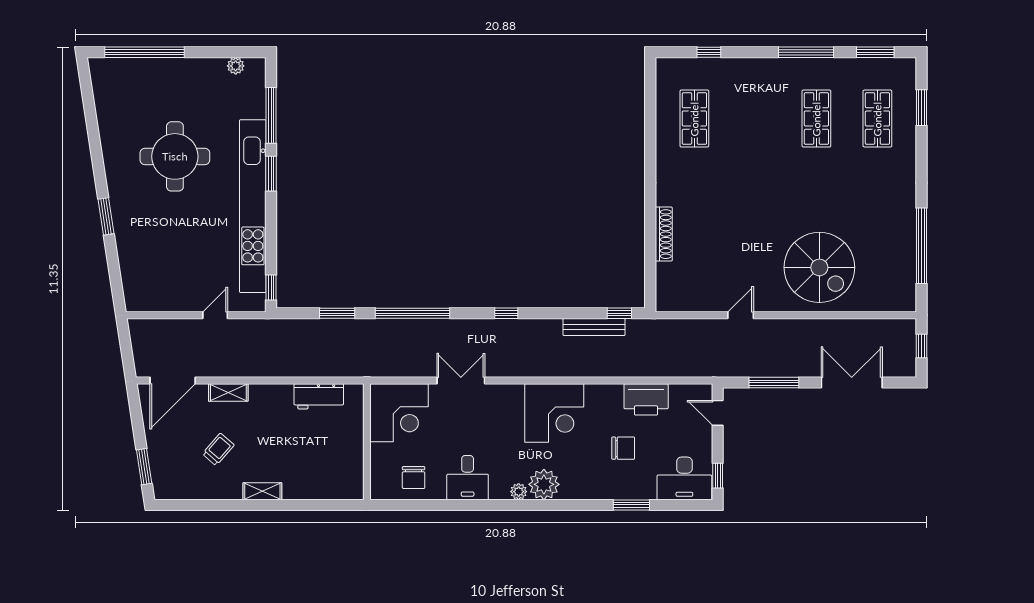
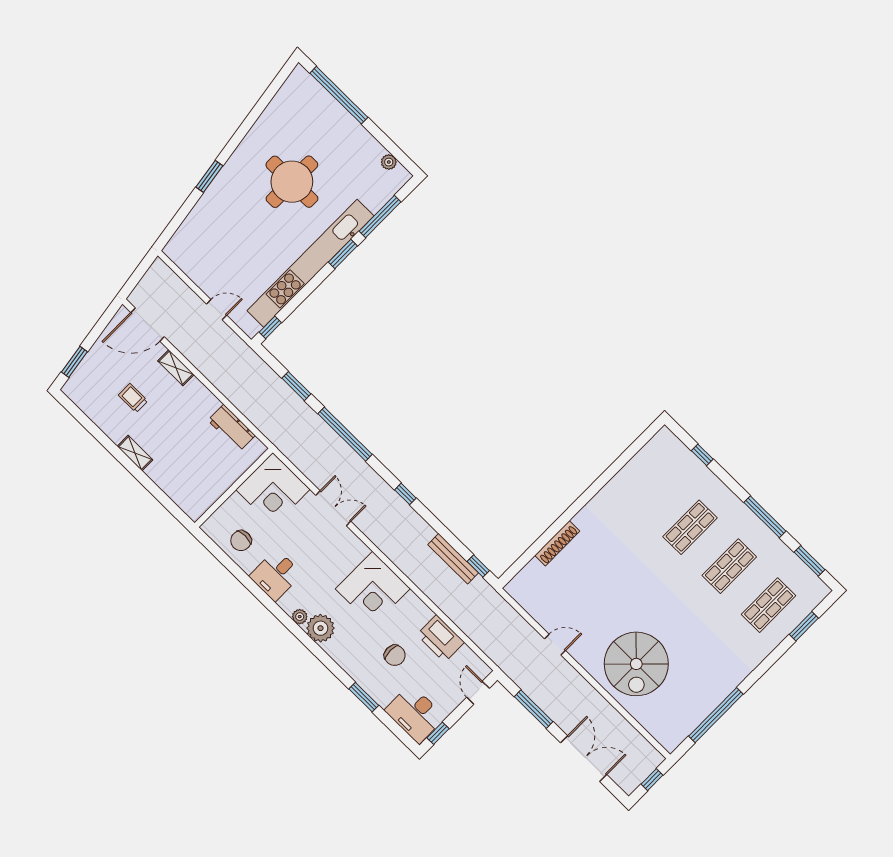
shop shelf: (694, 119) -> (690, 527), moved
trolley: (218, 449) -> (133, 398), turned -131

